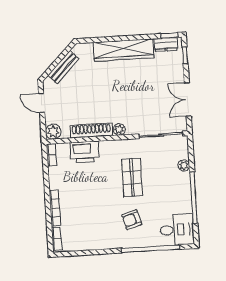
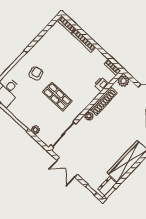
double door: (188, 100) -> (67, 167), swing flipped
printer: (85, 152) -> (101, 84), width x0.53, depth x0.68

